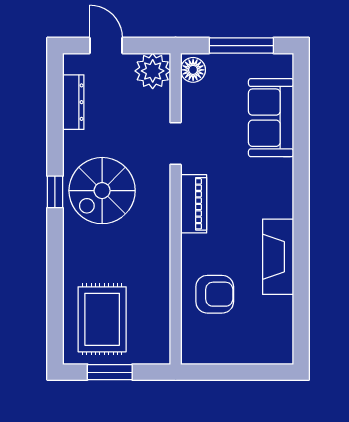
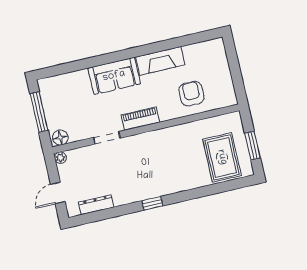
plant: (153, 71) -> (60, 158), width x0.53, depth x0.53
sofa: (271, 118) -> (114, 76), moved
spiral stairs: (102, 191) -> (145, 175), removed
rug: (102, 319) -> (222, 157), turned 90

